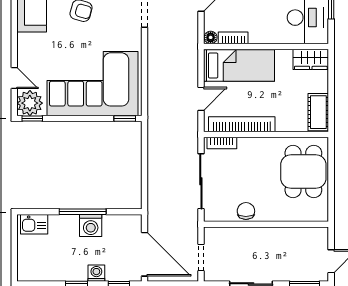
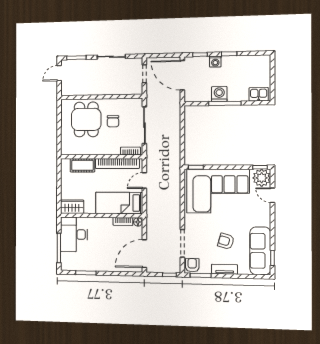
cot: (318, 112) -> (82, 165), moved, turned 90
dining table: (303, 172) -> (86, 119), moved
chair: (246, 211) -> (113, 121), moved

